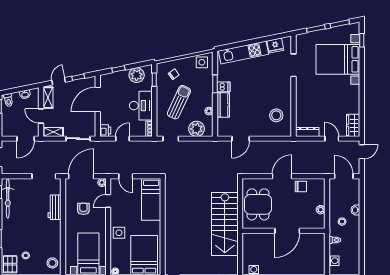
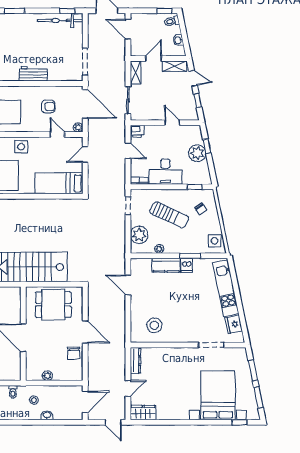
plant: (137, 75) -> (197, 153), moved
door: (98, 100) -> (172, 123), width x0.53
door: (26, 139) -> (128, 29), moved
workbench: (55, 207) -> (33, 74), moved

